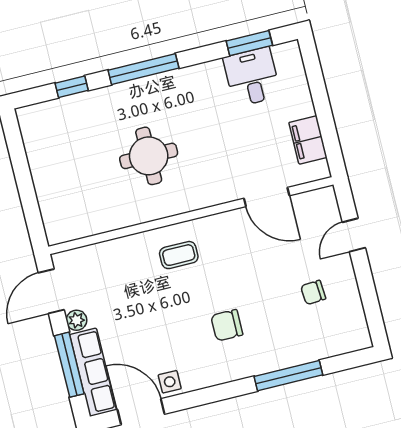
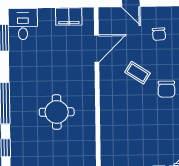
desk: (252, 77) -> (23, 24), moved, turned 90
coffee table: (179, 255) -> (137, 73), moved, turned -57

